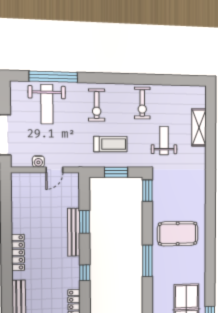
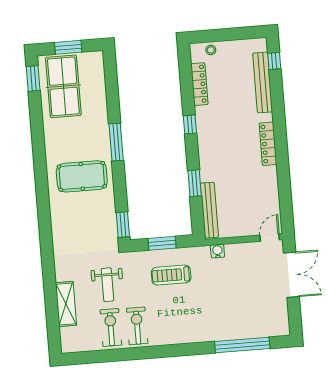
weight bench: (47, 104) -> (247, 314), removed
exercise bike: (97, 105) -> (111, 327), moved
water cooler: (38, 161) -> (217, 251), moved
door: (54, 170) -> (270, 237), moved
bench: (74, 232) -> (209, 210), moved

